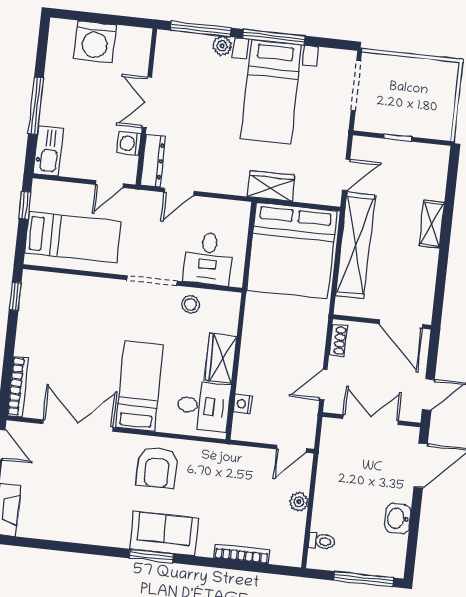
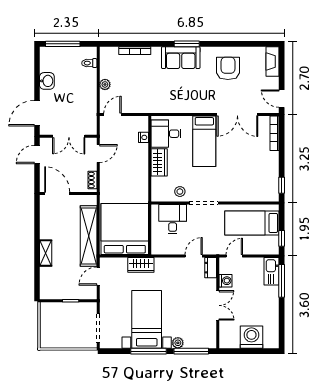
window: (36, 106) -> (282, 281), moved
dresser: (153, 161) -> (211, 268), width x0.70
armchair: (157, 467) -> (228, 68), moved

